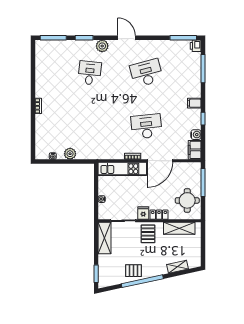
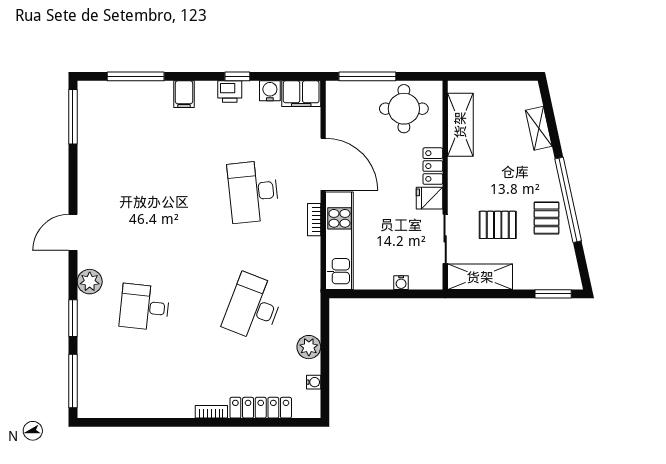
printer: (196, 46) -> (230, 92), moved
desk: (146, 73) -> (253, 307), moved, turned 36
filing cabinet: (194, 103) -> (184, 94), moved
locker: (40, 130) -> (261, 408), added
pallet: (148, 234) -> (498, 225), moved

